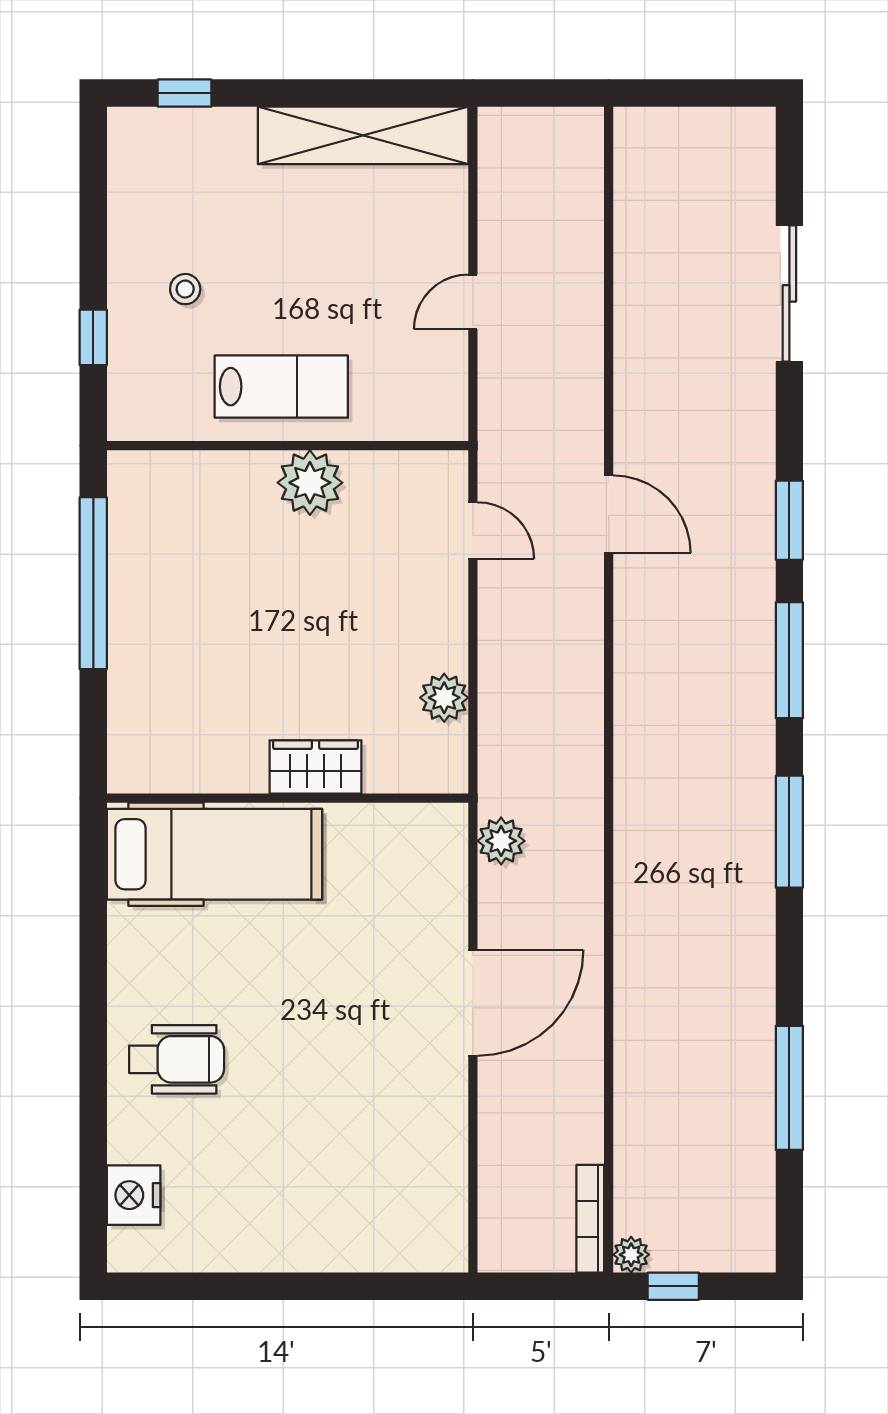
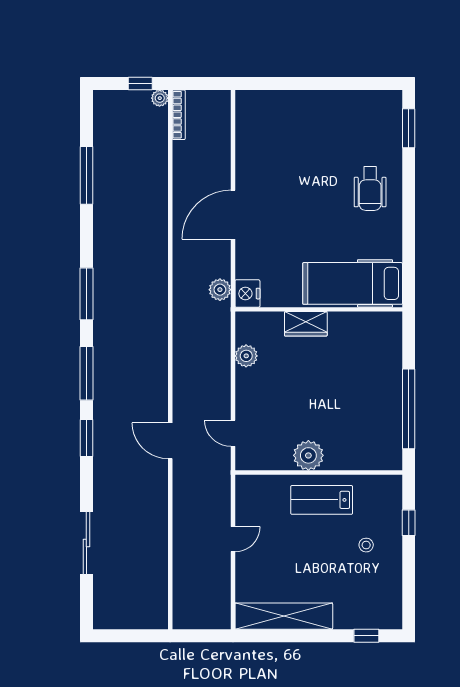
wheelchair: (177, 1059) -> (370, 189), turned -90
window: (93, 1190) -> (409, 128), added
nightstand: (134, 1195) -> (247, 294), moved, turned 180

